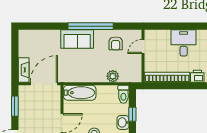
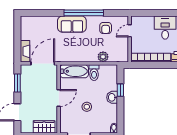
toilet: (123, 94) -> (94, 73), moved

